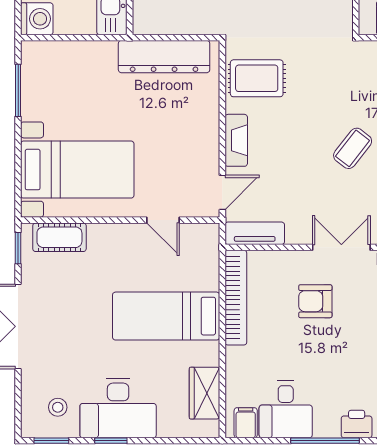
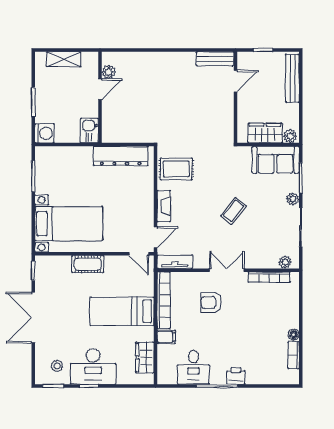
door: (163, 220) -> (139, 254), moved
cot: (59, 237) -> (88, 264), moved
filing cabinet: (246, 423) -> (166, 337), moved, turned 90

